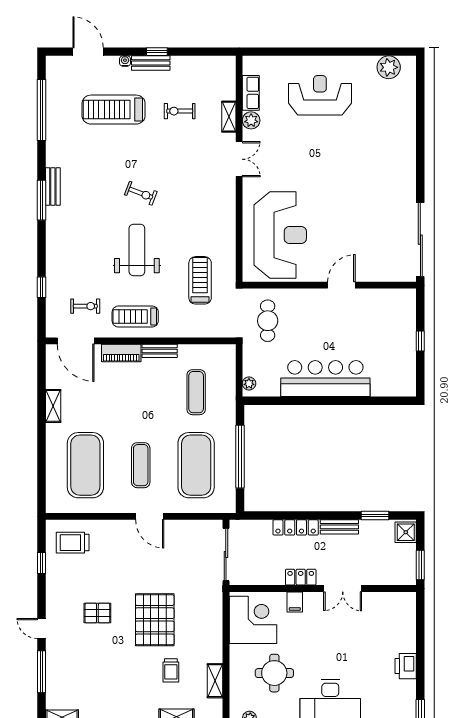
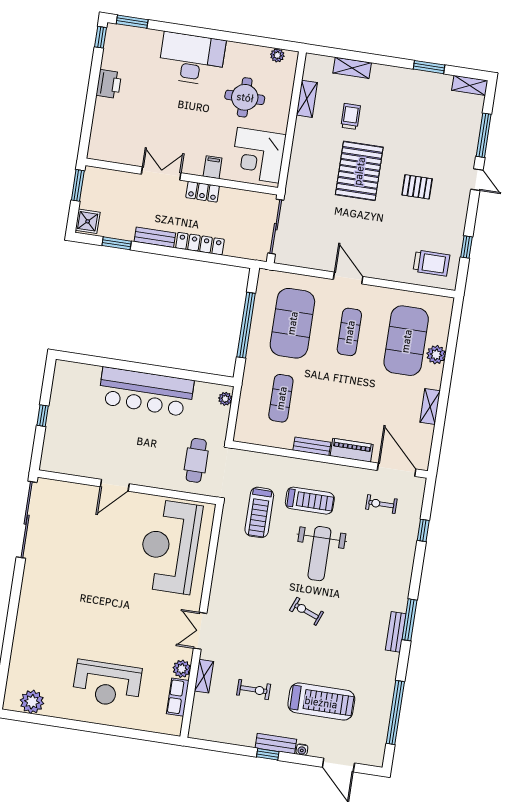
treadmill: (135, 316) -> (310, 501), moved
plant: (55, 456) -> (436, 355), added

